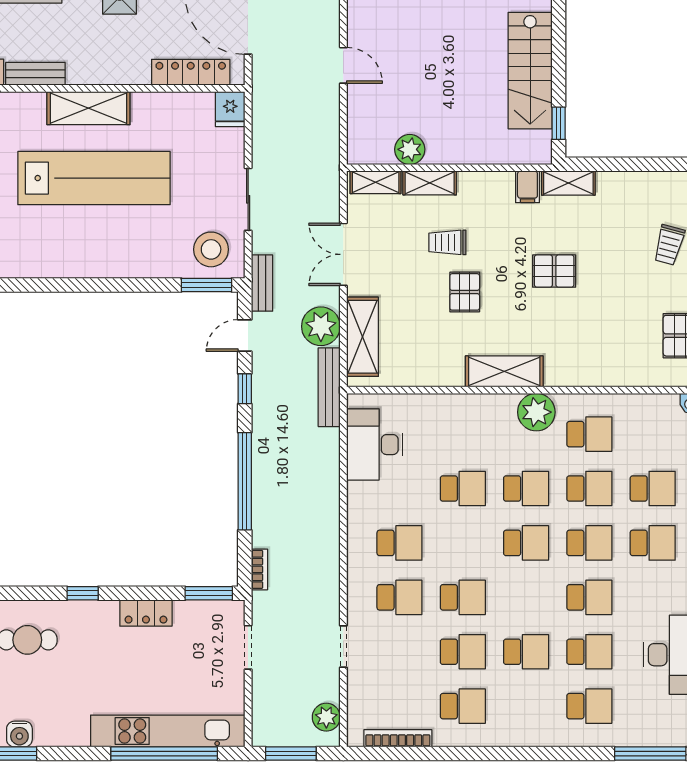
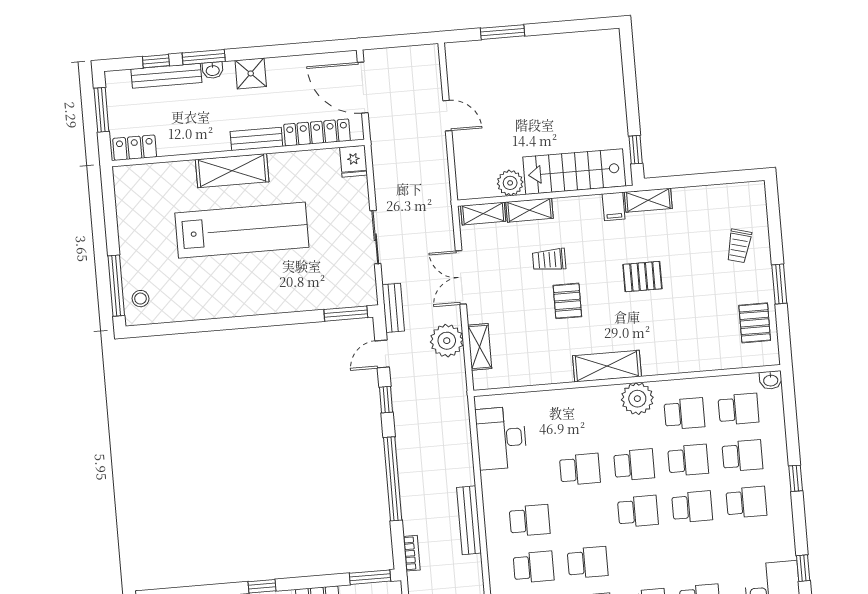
stairs: (530, 71) -> (574, 172), moved, turned 90
bench: (35, 74) -> (256, 139), moved
stool: (211, 249) -> (347, 283), removed
shelving: (362, 337) -> (480, 347), width x0.67, depth x0.75
bench: (329, 387) -> (469, 520), moved
school desk: (589, 597) -> (738, 409), moved

